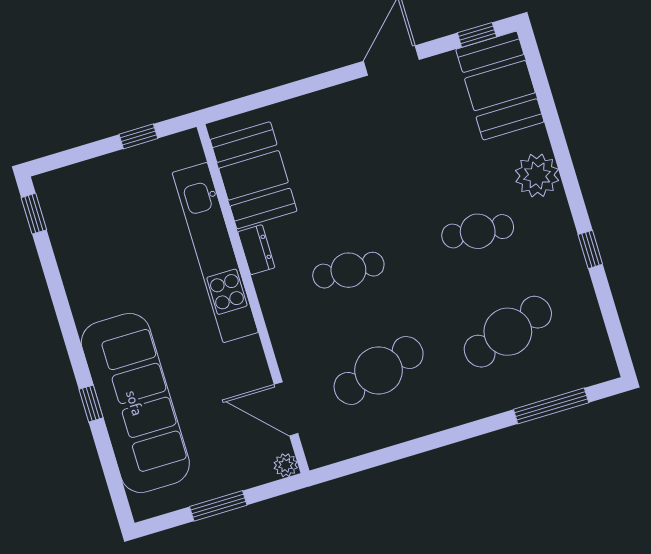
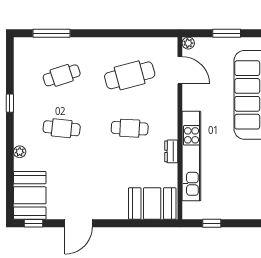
booth: (254, 175) -> (152, 204), moved, turned 90
plant: (537, 175) -> (20, 152), width x0.53, depth x0.53
cafe table: (508, 332) -> (62, 75), width x0.73, depth x0.74

